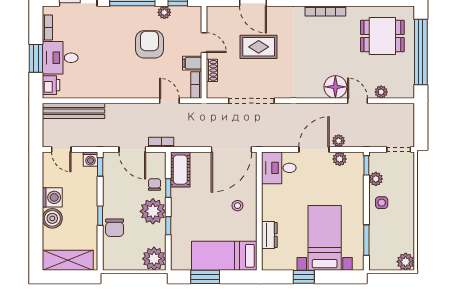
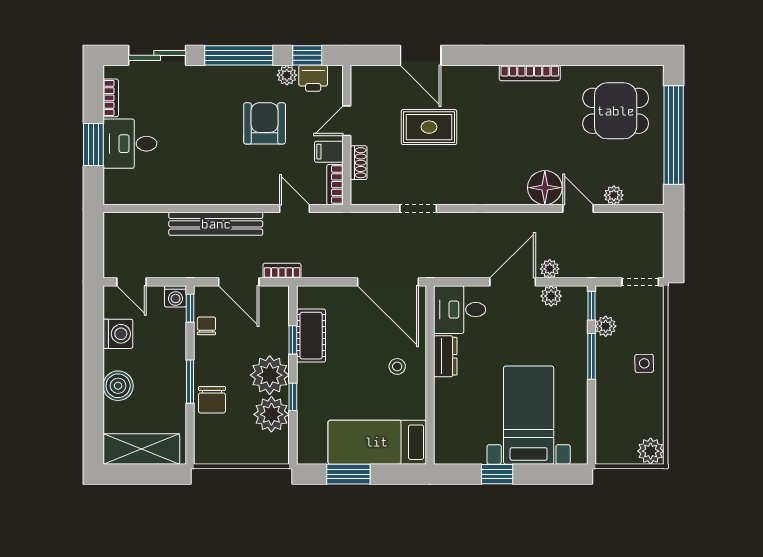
door: (204, 43) -> (347, 121), swing flipped
printer: (51, 85) -> (313, 78), moved, turned 90
doorway: (251, 101) -> (418, 208), width x0.53
bench: (74, 111) -> (216, 224), moved
door: (231, 149) -> (388, 282), hinge flipped
cot: (180, 170) -> (311, 336), moved
chair: (154, 184) -> (206, 326), moved
washing machine: (52, 197) -> (118, 334), moved
side table: (382, 203) -> (644, 363), moved
window: (100, 216) -> (190, 382), width x1.50
dresser: (269, 235) -> (445, 356), moved
window: (366, 240) -> (592, 356), moved
plant: (154, 259) -> (271, 414), moved

